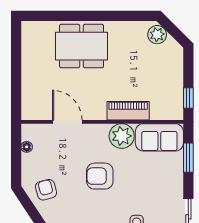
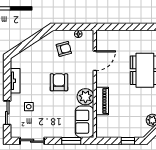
window: (188, 98) -> (128, 141), moved
armchair: (46, 190) -> (64, 49), moved

